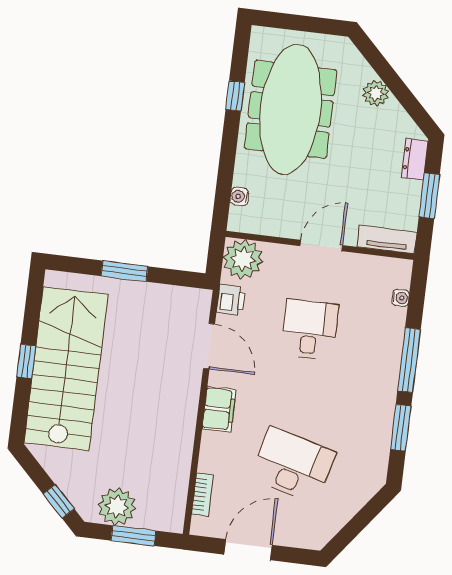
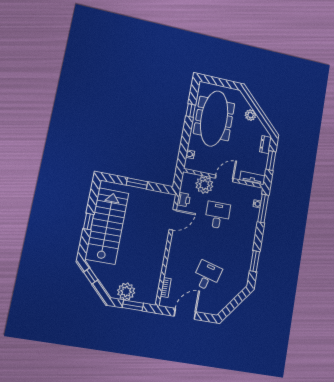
plant: (243, 259) -> (204, 185), moved
door: (209, 346) -> (173, 220), hinge flipped
window: (409, 360) -> (263, 208), moved
filing cabinet: (219, 409) -> (176, 249), removed
desk: (293, 465) -> (207, 276), width x0.73
window: (59, 501) -> (91, 276), moved

